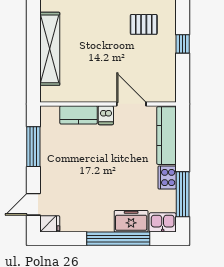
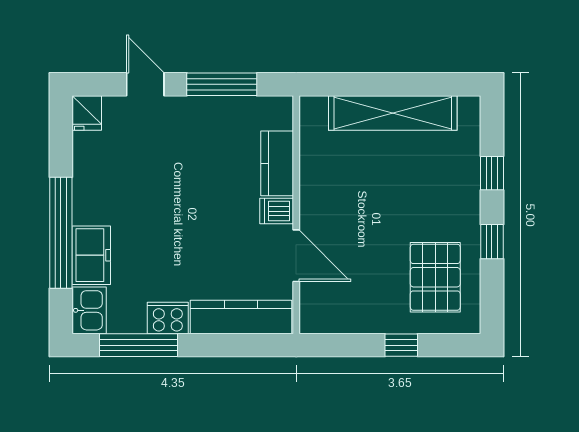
pallet: (144, 24) -> (435, 277), width x1.50, depth x1.42
door: (131, 104) -> (296, 256), hinge flipped
door: (33, 204) -> (145, 84), moved

